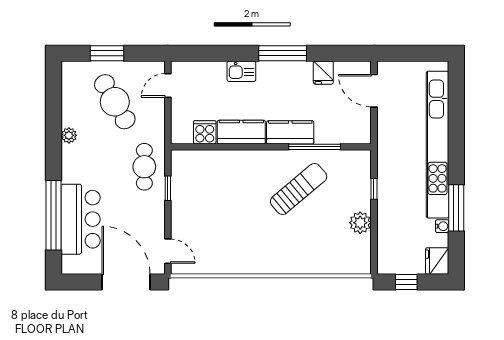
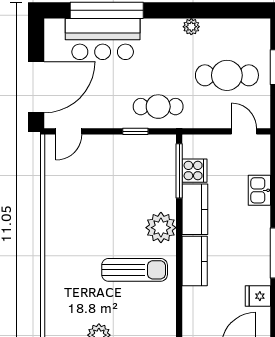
kitchen sink: (241, 71) -> (259, 190), moved
cafe table: (115, 102) -> (227, 75), turned 30
window: (315, 147) -> (179, 171), moved
plant: (259, 164) -> (161, 228), added
sun lounger: (299, 189) -> (135, 270), turned -50

